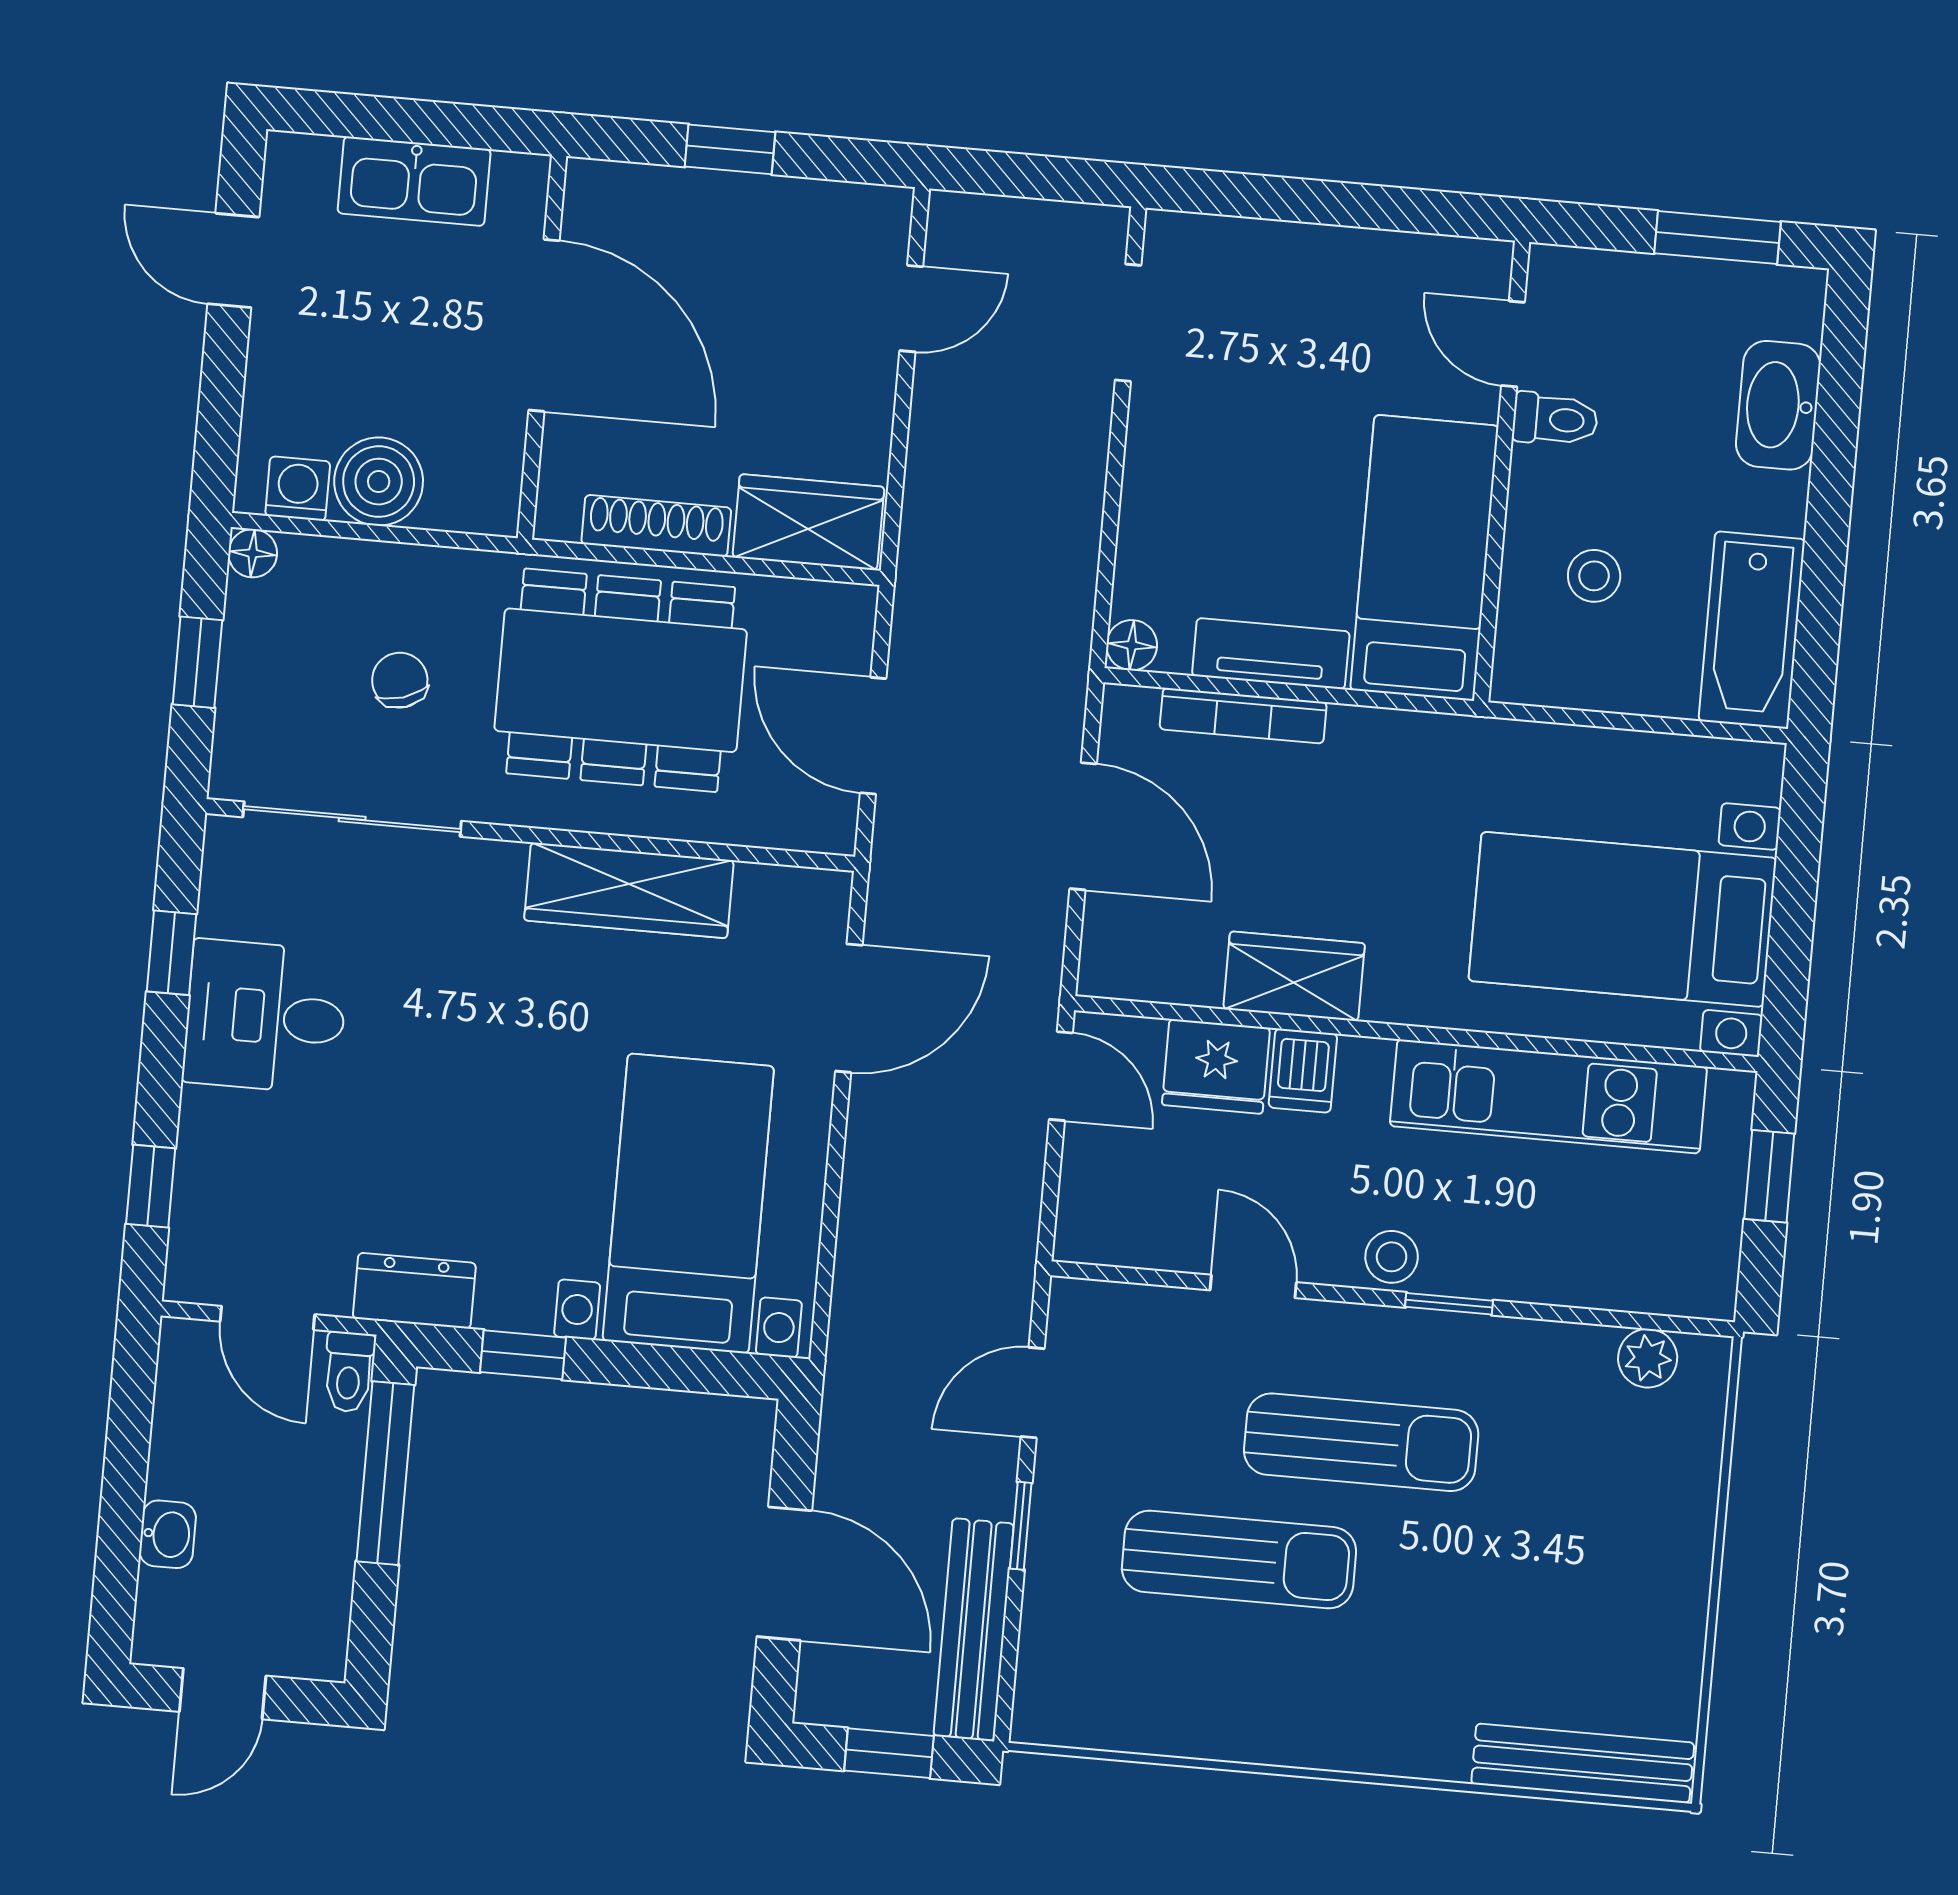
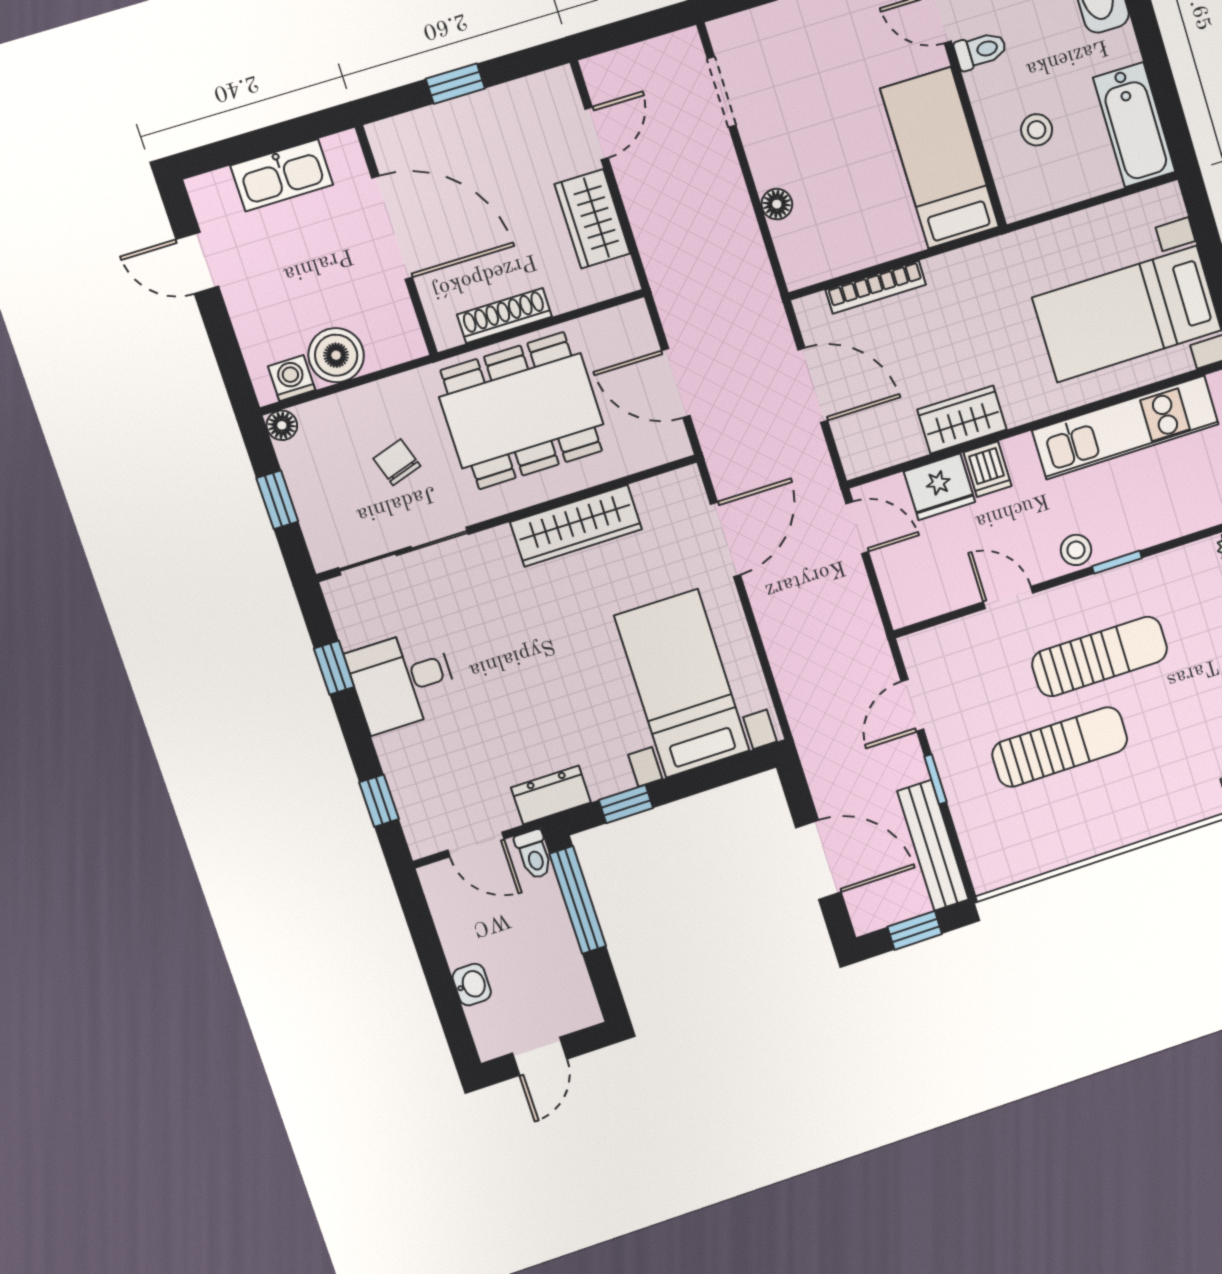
wardrobe: (808, 522) -> (592, 219), moved, turned -90
floor lamp: (1132, 645) -> (777, 204), moved
tv unit: (1271, 654) -> (877, 246), removed

